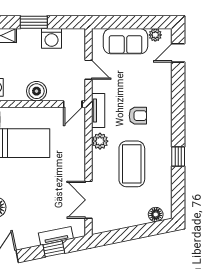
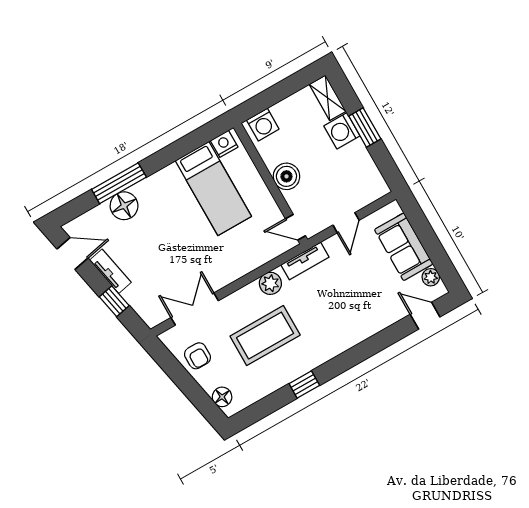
washing machine: (52, 38) -> (342, 131), moved
armchair: (138, 116) -> (198, 356), moved
tv unit: (56, 236) -> (110, 271), moved

